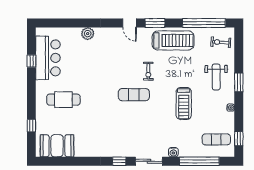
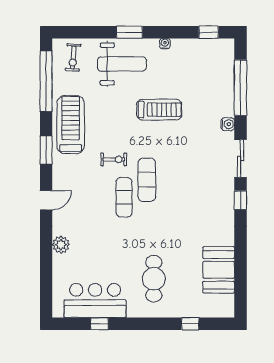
door: (130, 23) -> (46, 200), moved
weight bench: (216, 77) -> (122, 64), width x1.36, depth x1.33
exercise mat: (216, 139) -> (124, 197), moved
booth: (57, 146) -> (219, 270), moved

